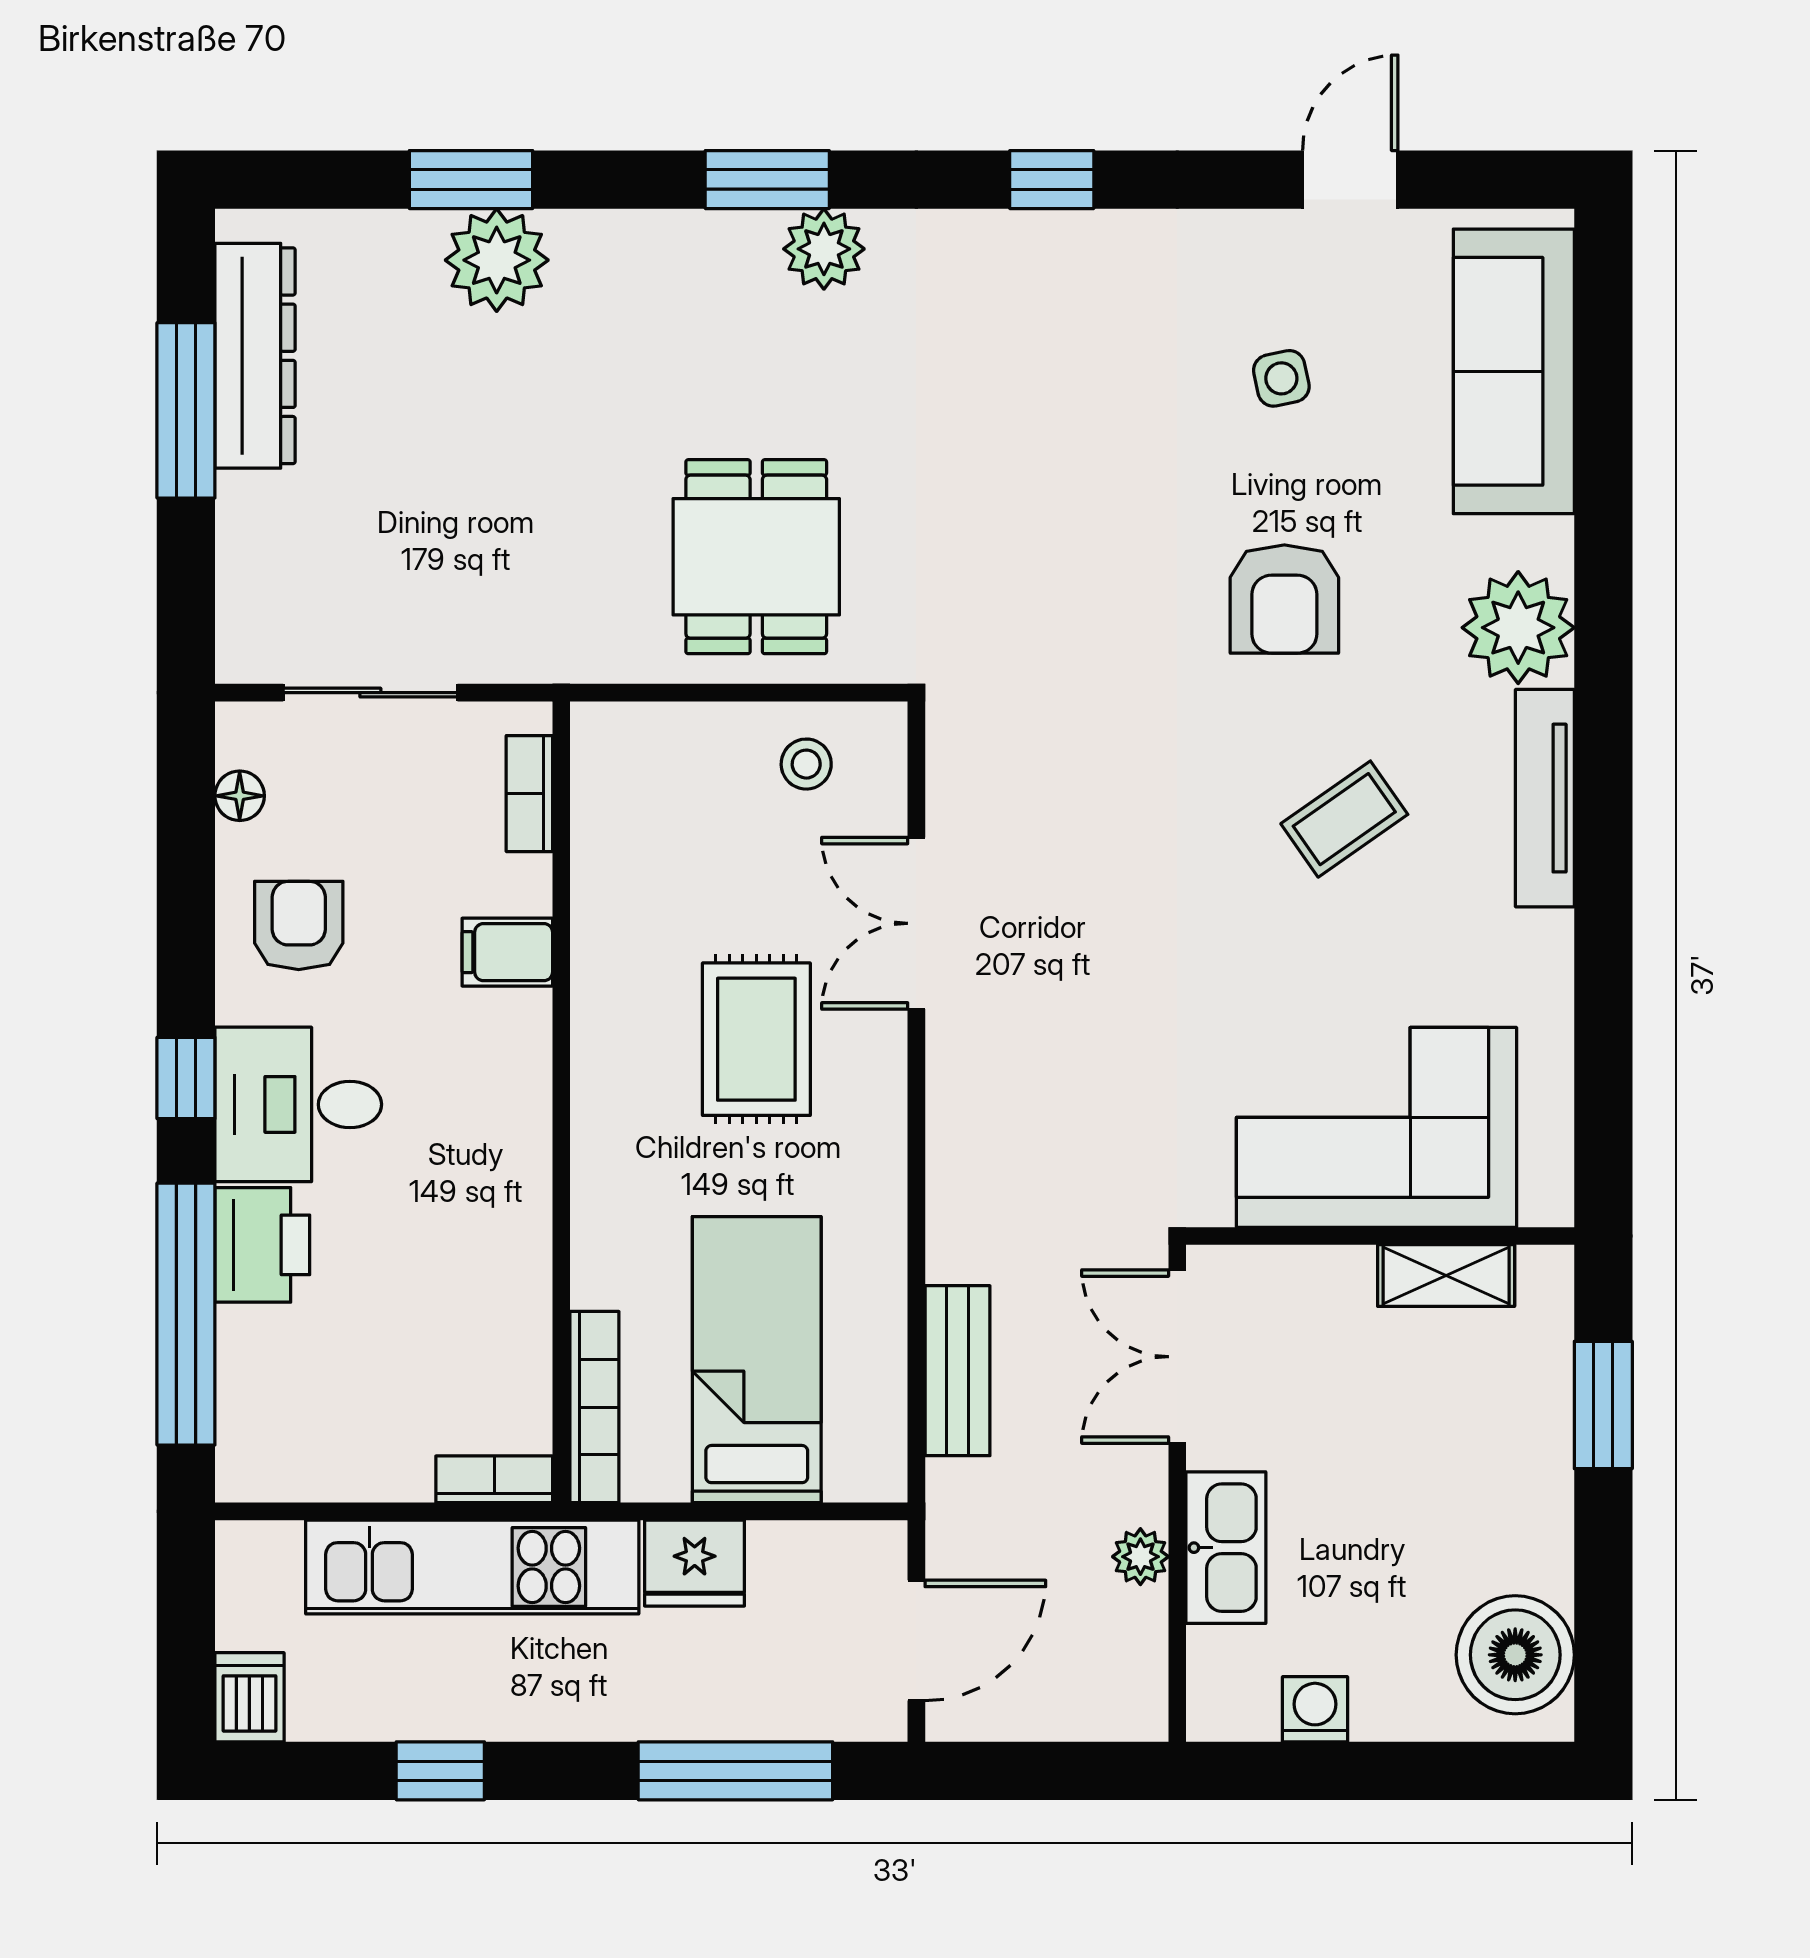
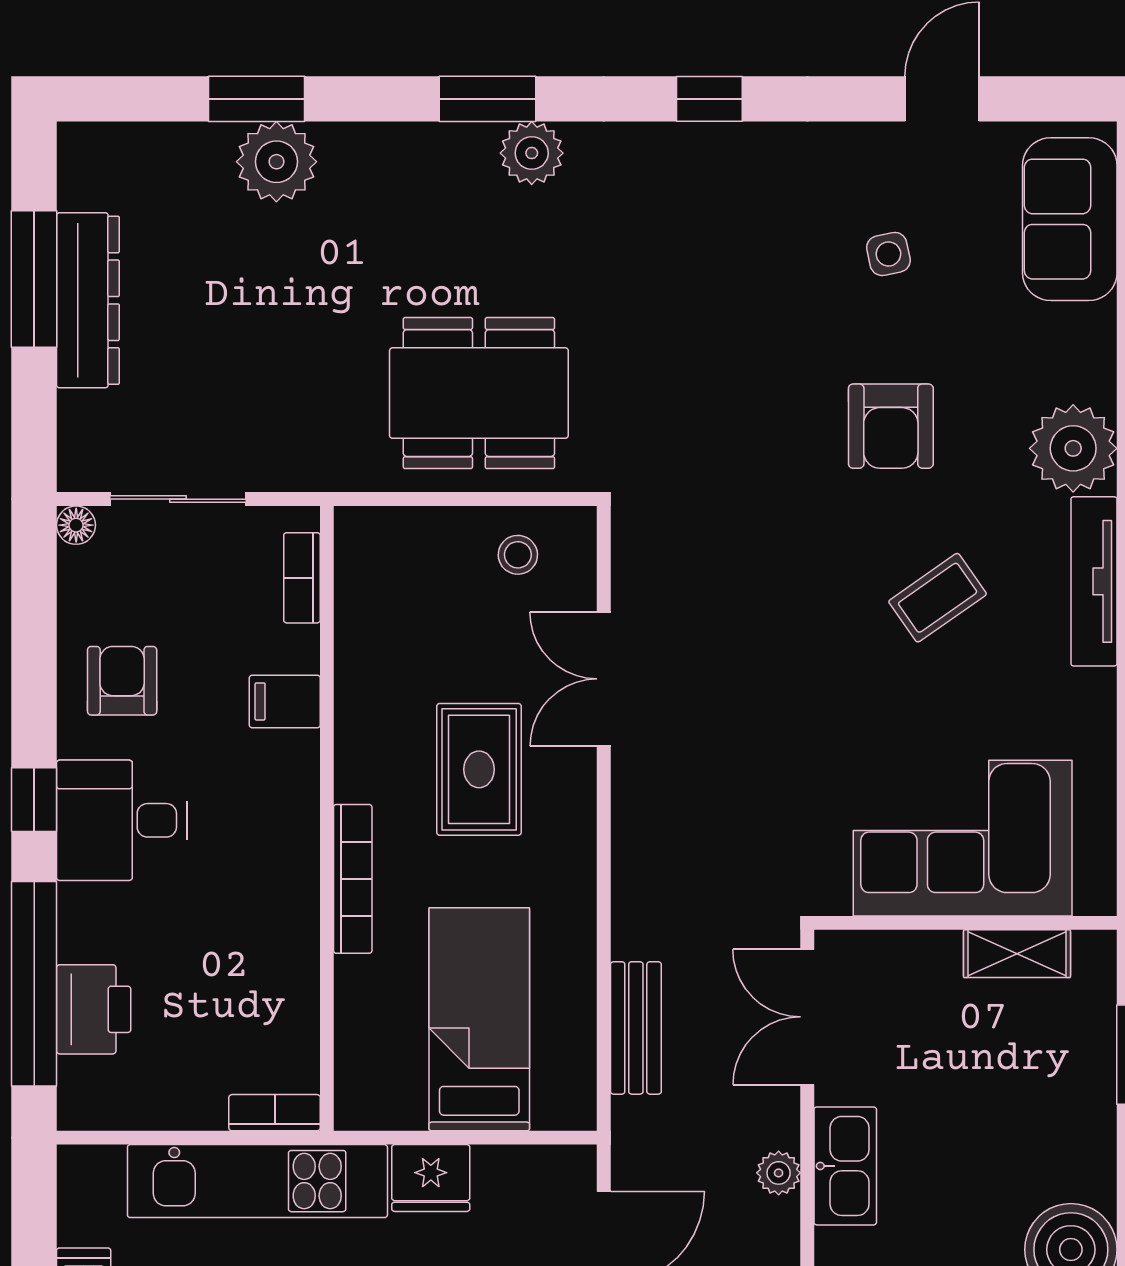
dresser: (255, 356) -> (88, 300), moved
sofa: (1514, 371) -> (1070, 219), width x0.73
dining table: (756, 557) -> (479, 393), width x1.38
floor lamp: (240, 796) -> (76, 525), moved
printer: (262, 1245) -> (94, 1009), moved
bookcase: (594, 1407) -> (353, 879), moved

